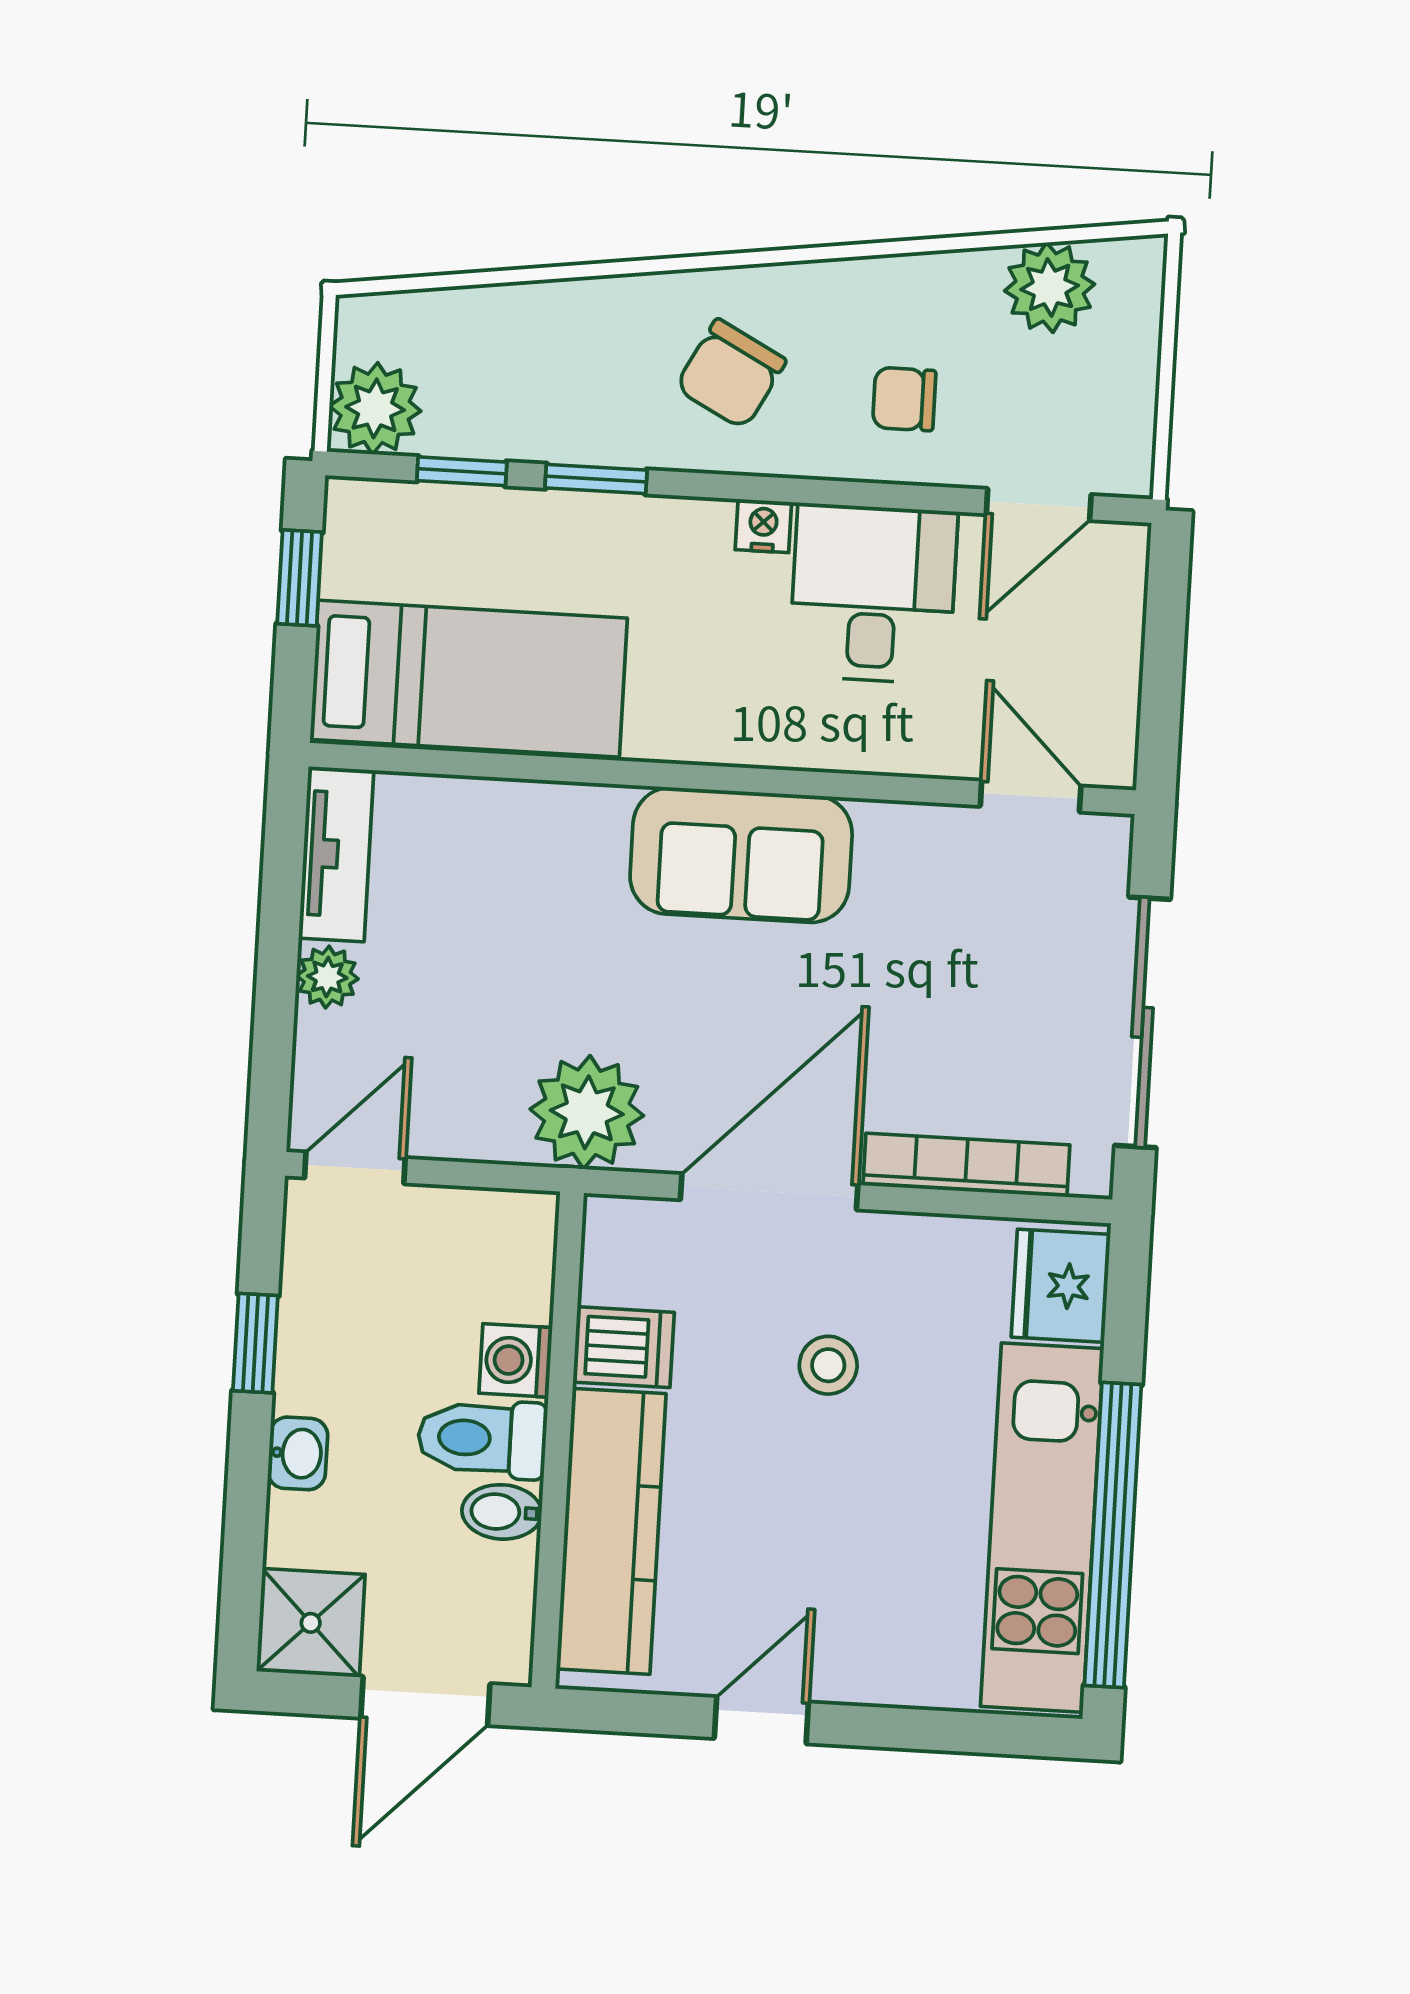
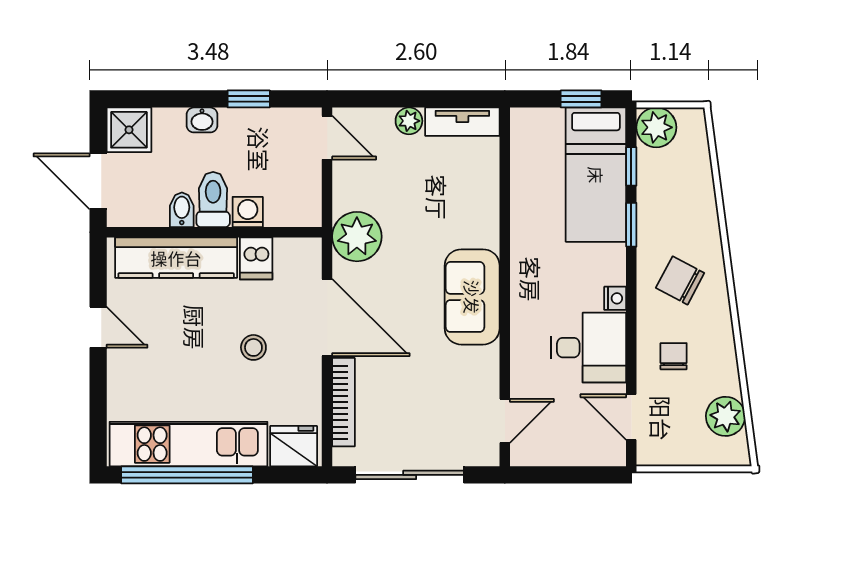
bed: (469, 679) -> (596, 175), moved

